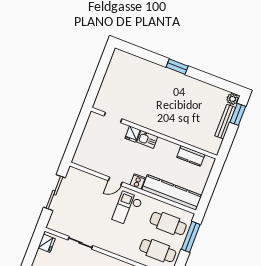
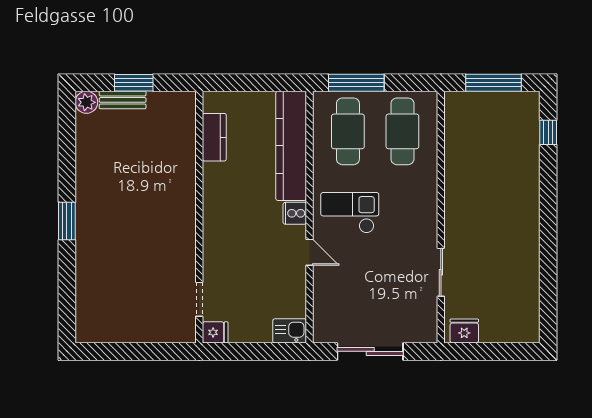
window: (238, 114) -> (134, 83), moved
bench: (225, 122) -> (123, 100), width x0.73
fridge: (133, 134) -> (215, 332), moved
kitchen sink: (147, 139) -> (290, 331), moved, turned -90
checkout: (127, 209) -> (350, 213), turned 180

